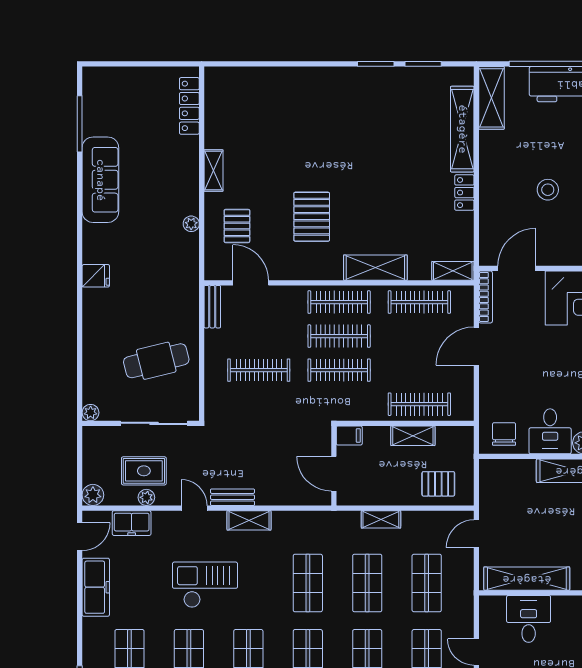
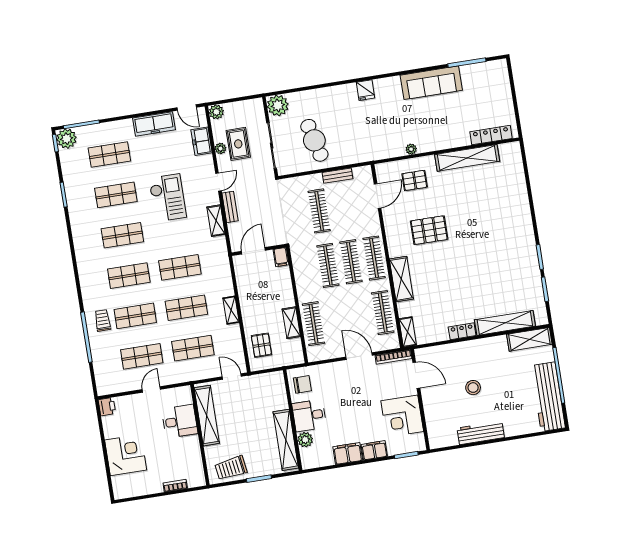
shelving: (213, 171) -> (467, 158), width x2.20, depth x1.33
bench: (212, 307) -> (337, 176), moved
plant: (91, 413) -> (278, 105), width x1.88, depth x1.88
filing cabinet: (349, 436) -> (281, 257), moved
wall: (334, 466) -> (259, 250), moved
door: (334, 474) -> (253, 251), moved

